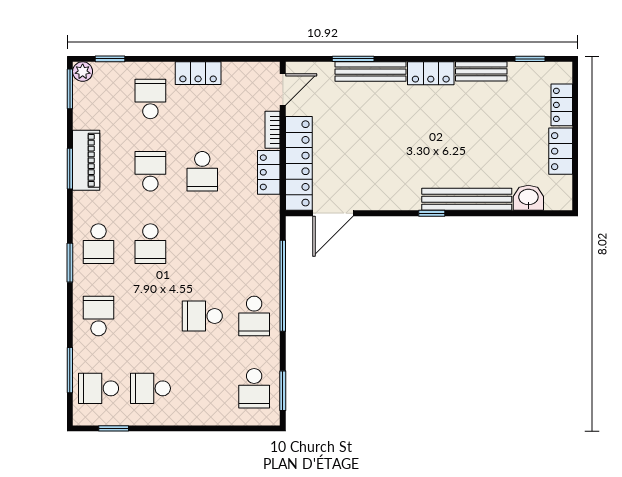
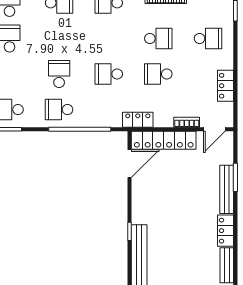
locker: (198, 73) -> (226, 86), moved
door: (283, 90) -> (214, 129), hinge flipped
locker: (269, 172) -> (138, 120), moved
door: (333, 213) -> (130, 164), swing flipped
school desk: (150, 244) -> (109, 74), moved

